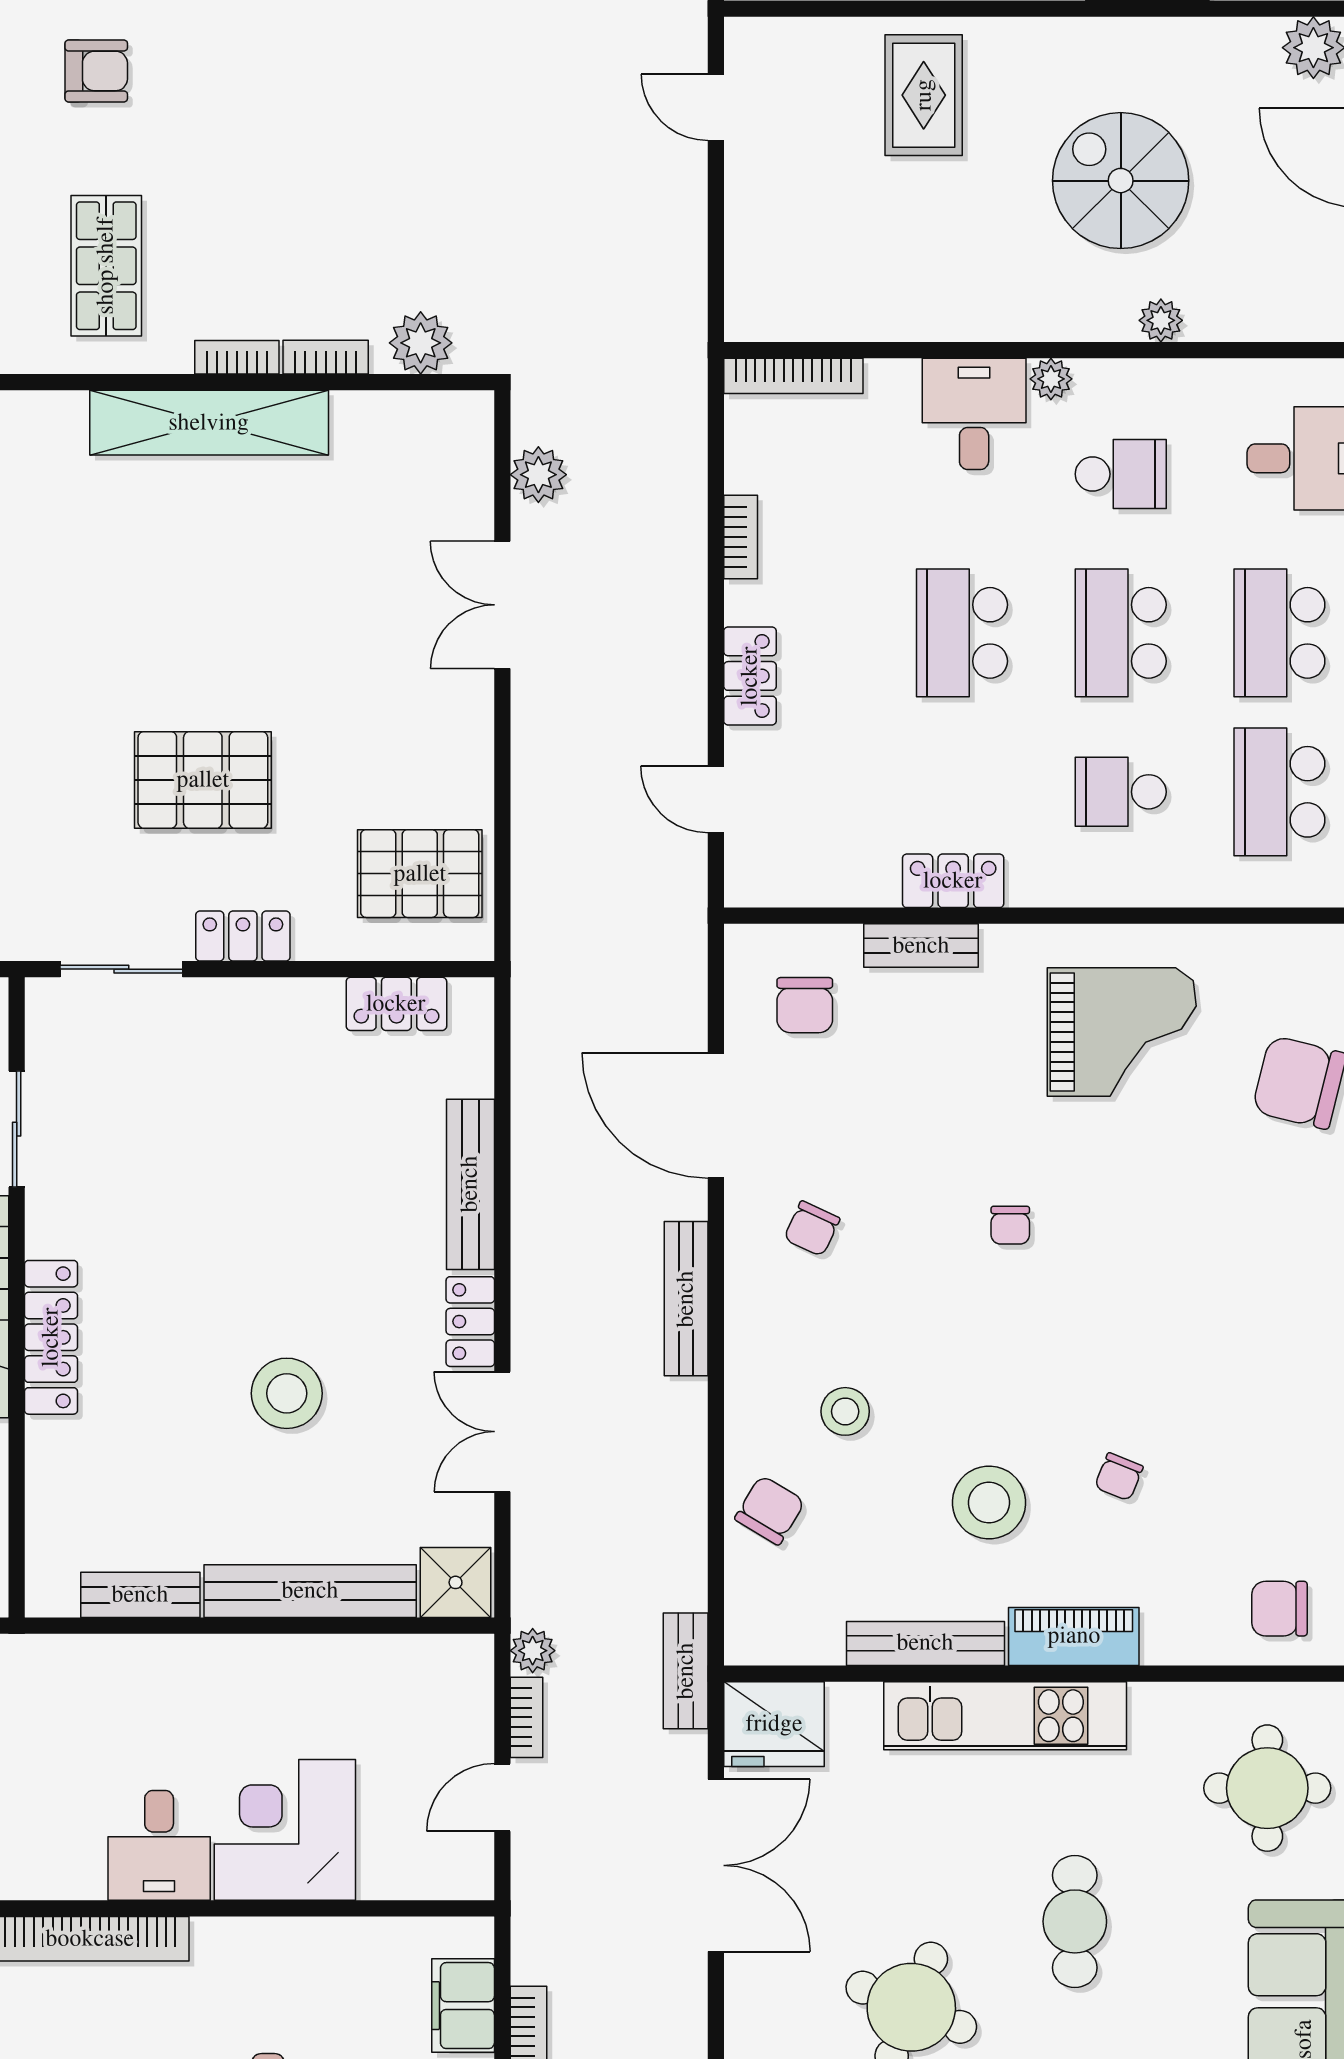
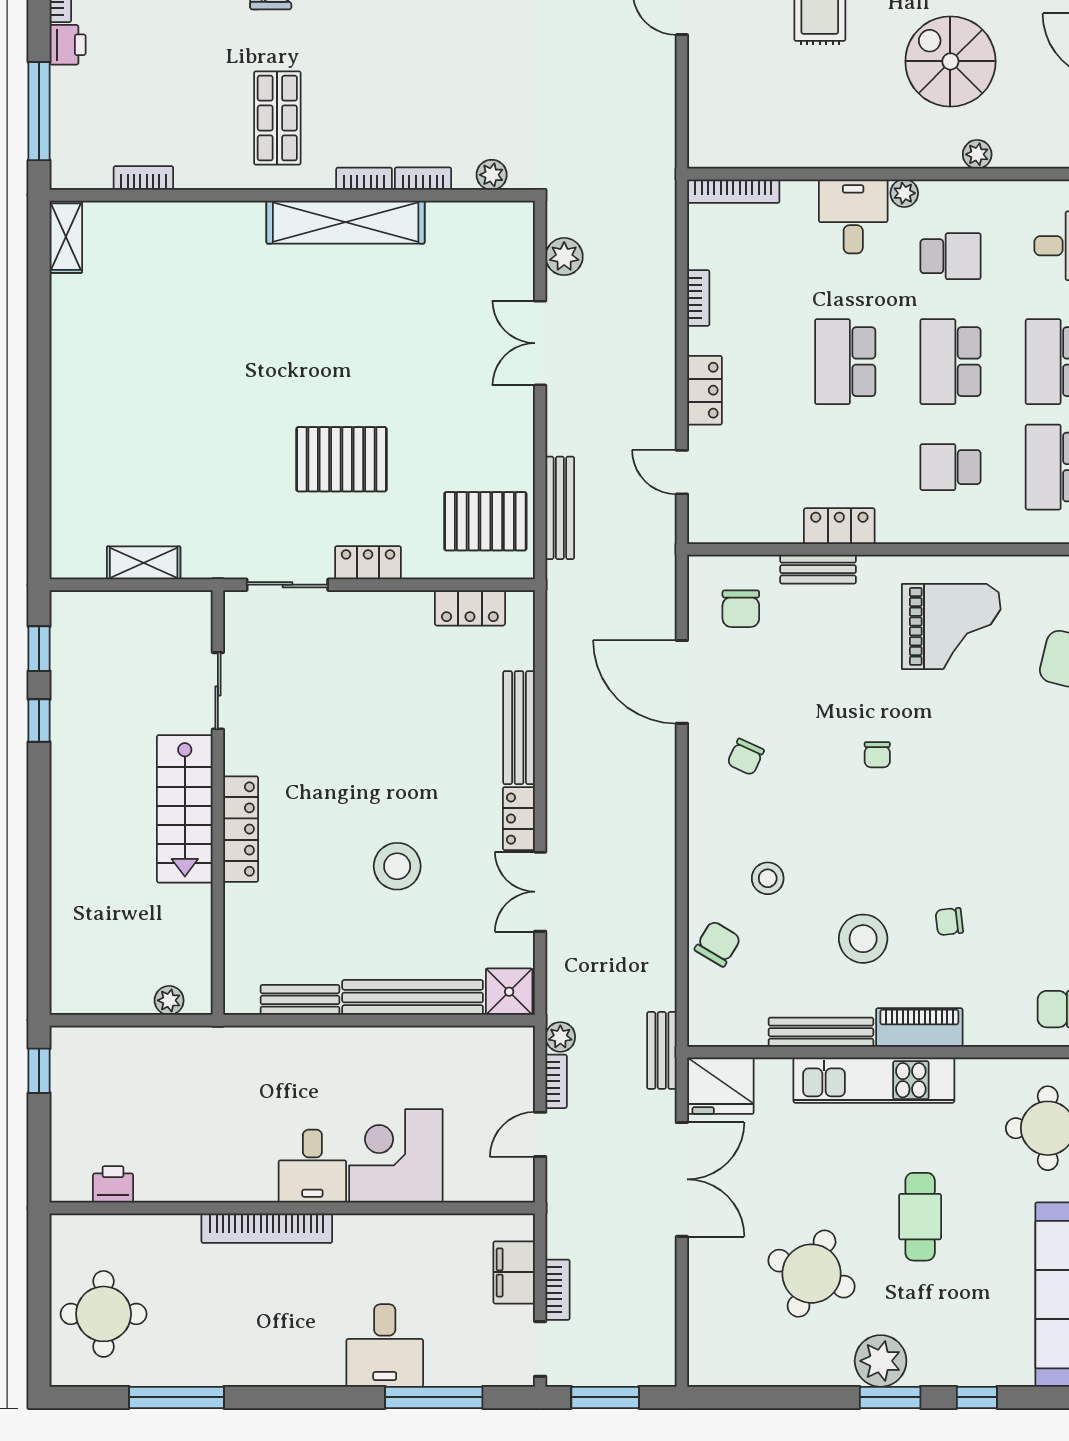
plant: (421, 343) -> (492, 175), width x0.73, depth x0.73
bench: (686, 1299) -> (560, 508), moved
chair: (1119, 1477) -> (949, 922), turned 62

